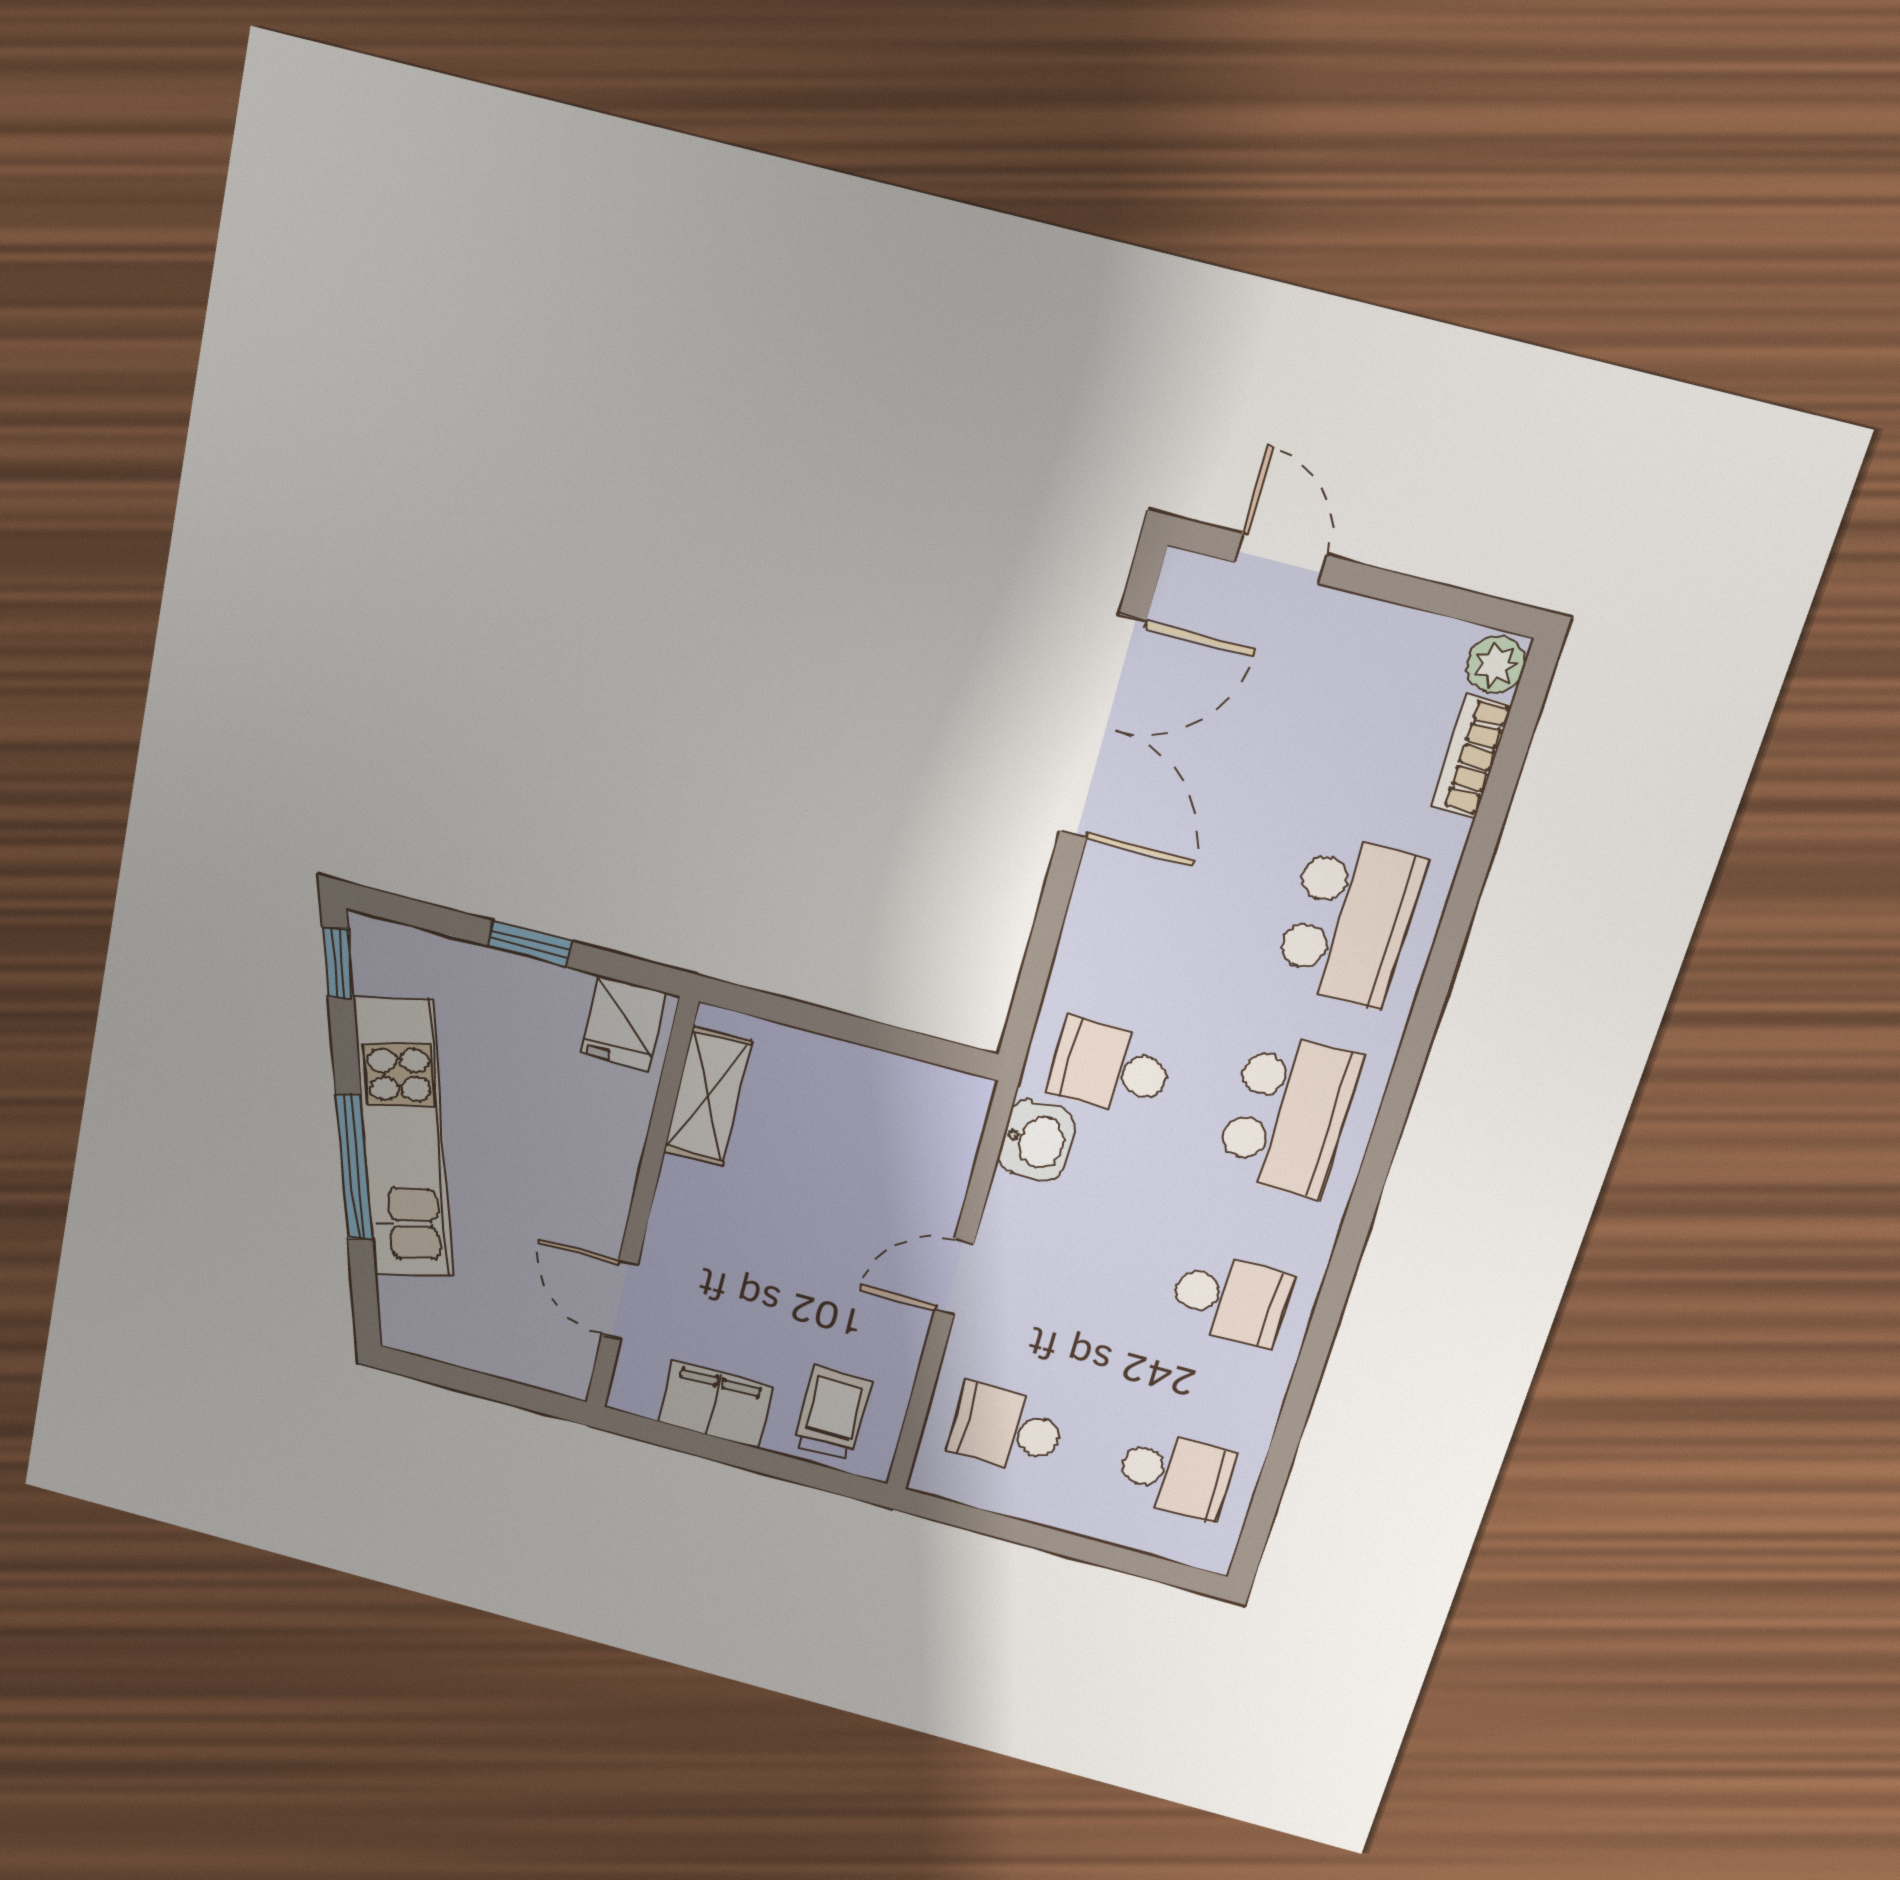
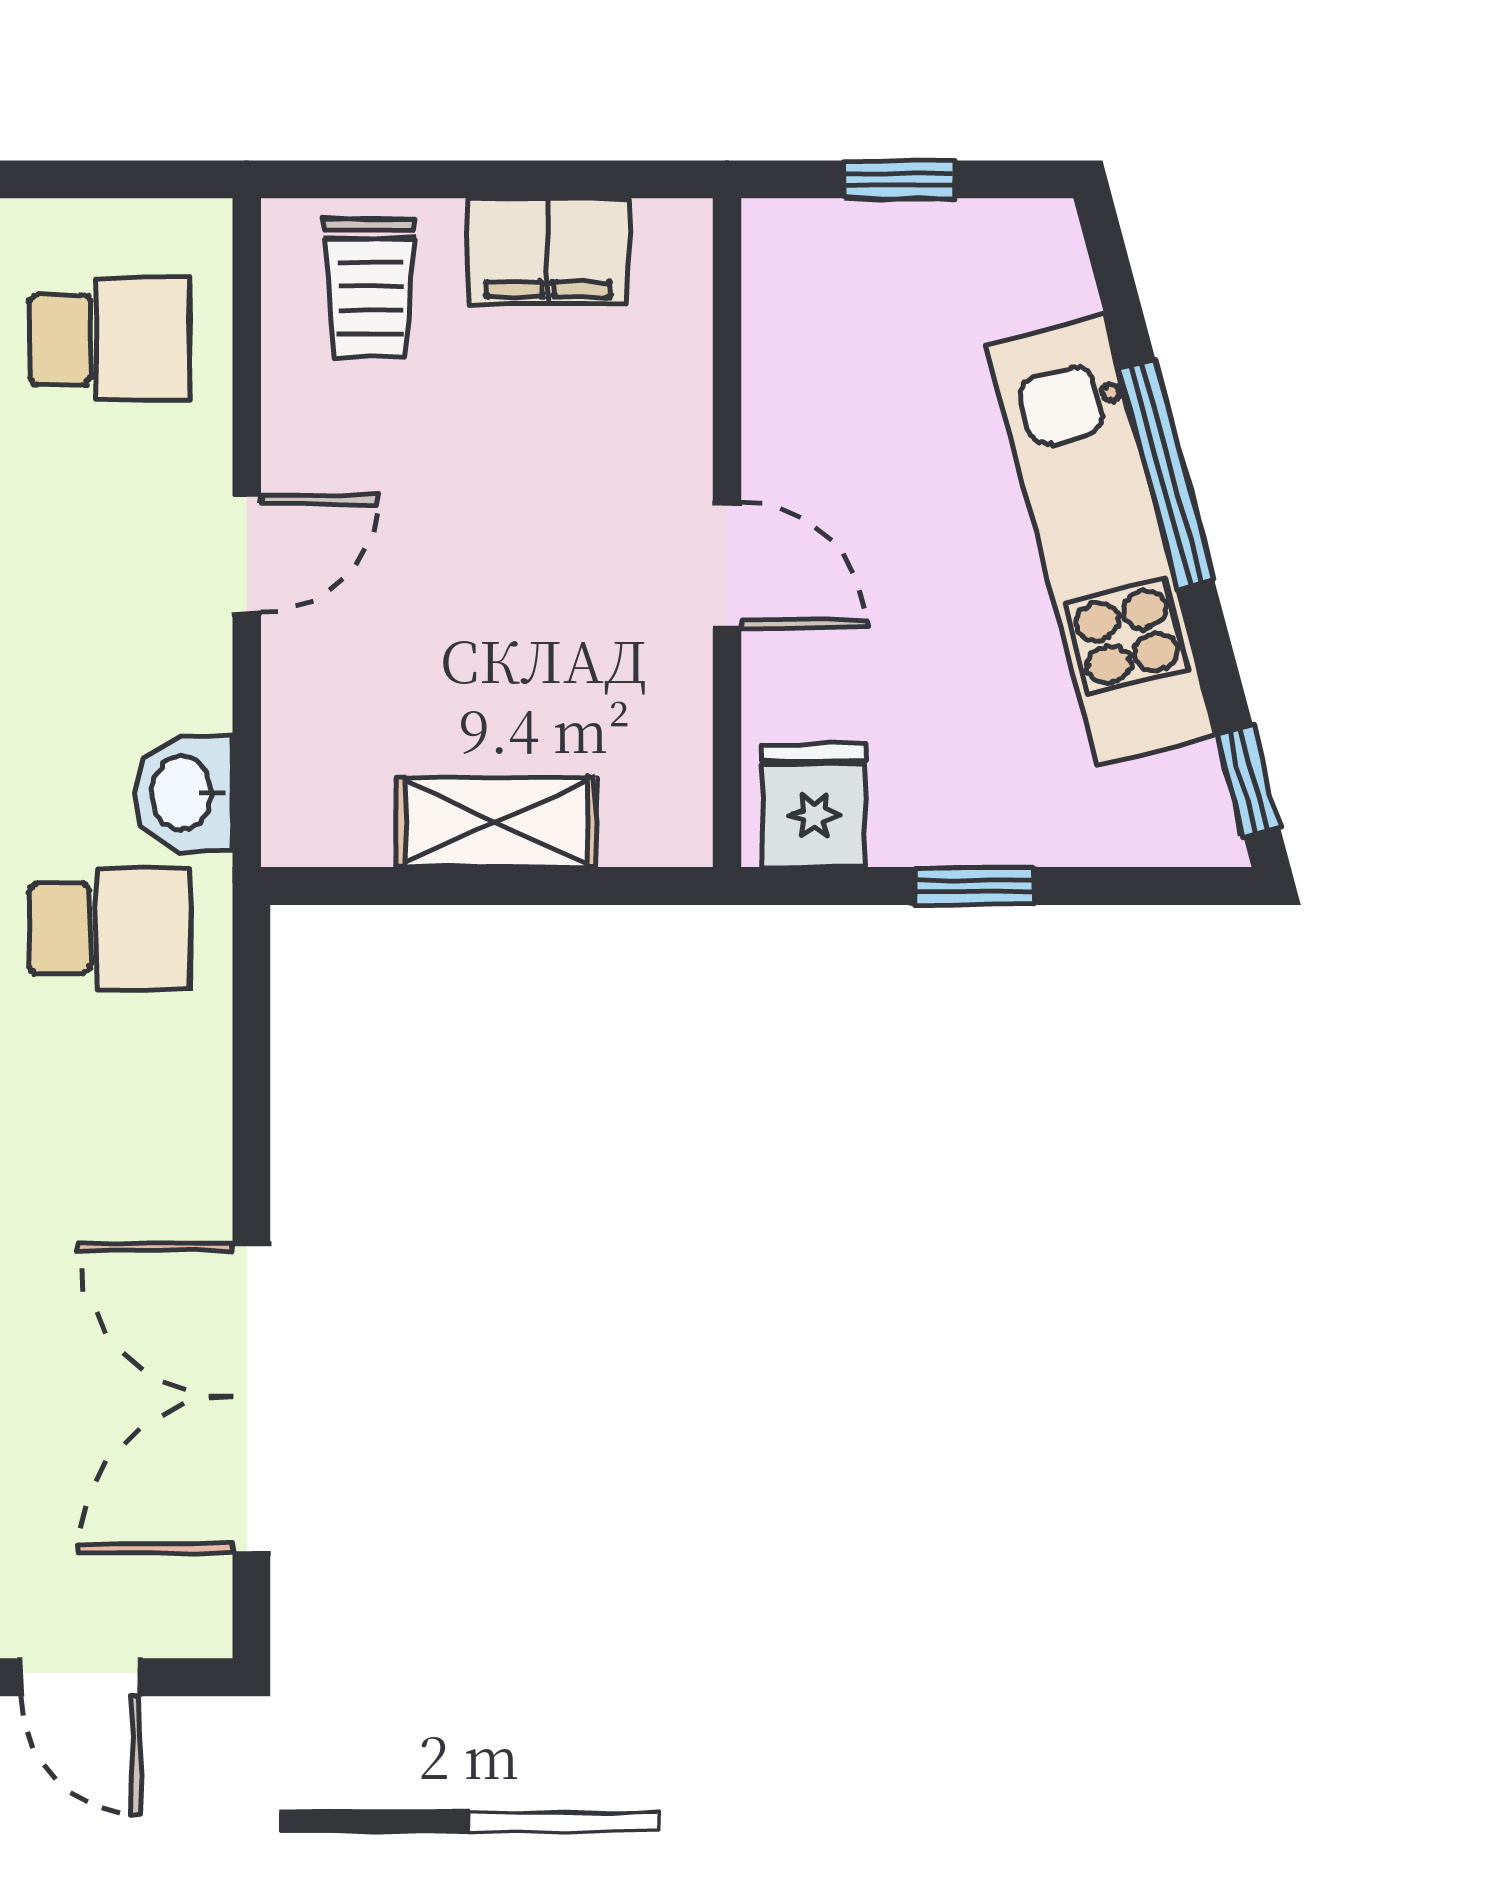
shelving: (708, 1096) -> (496, 822), moved, turned 90
door: (620, 1300) -> (727, 565), moved
window: (486, 1386) -> (900, 179), added

